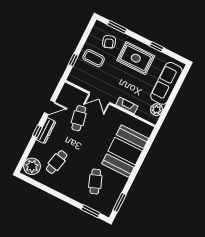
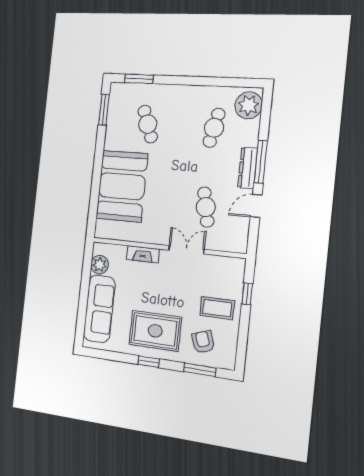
window: (157, 47) -> (149, 362), moved
window: (37, 131) -> (261, 162), width x2.17

